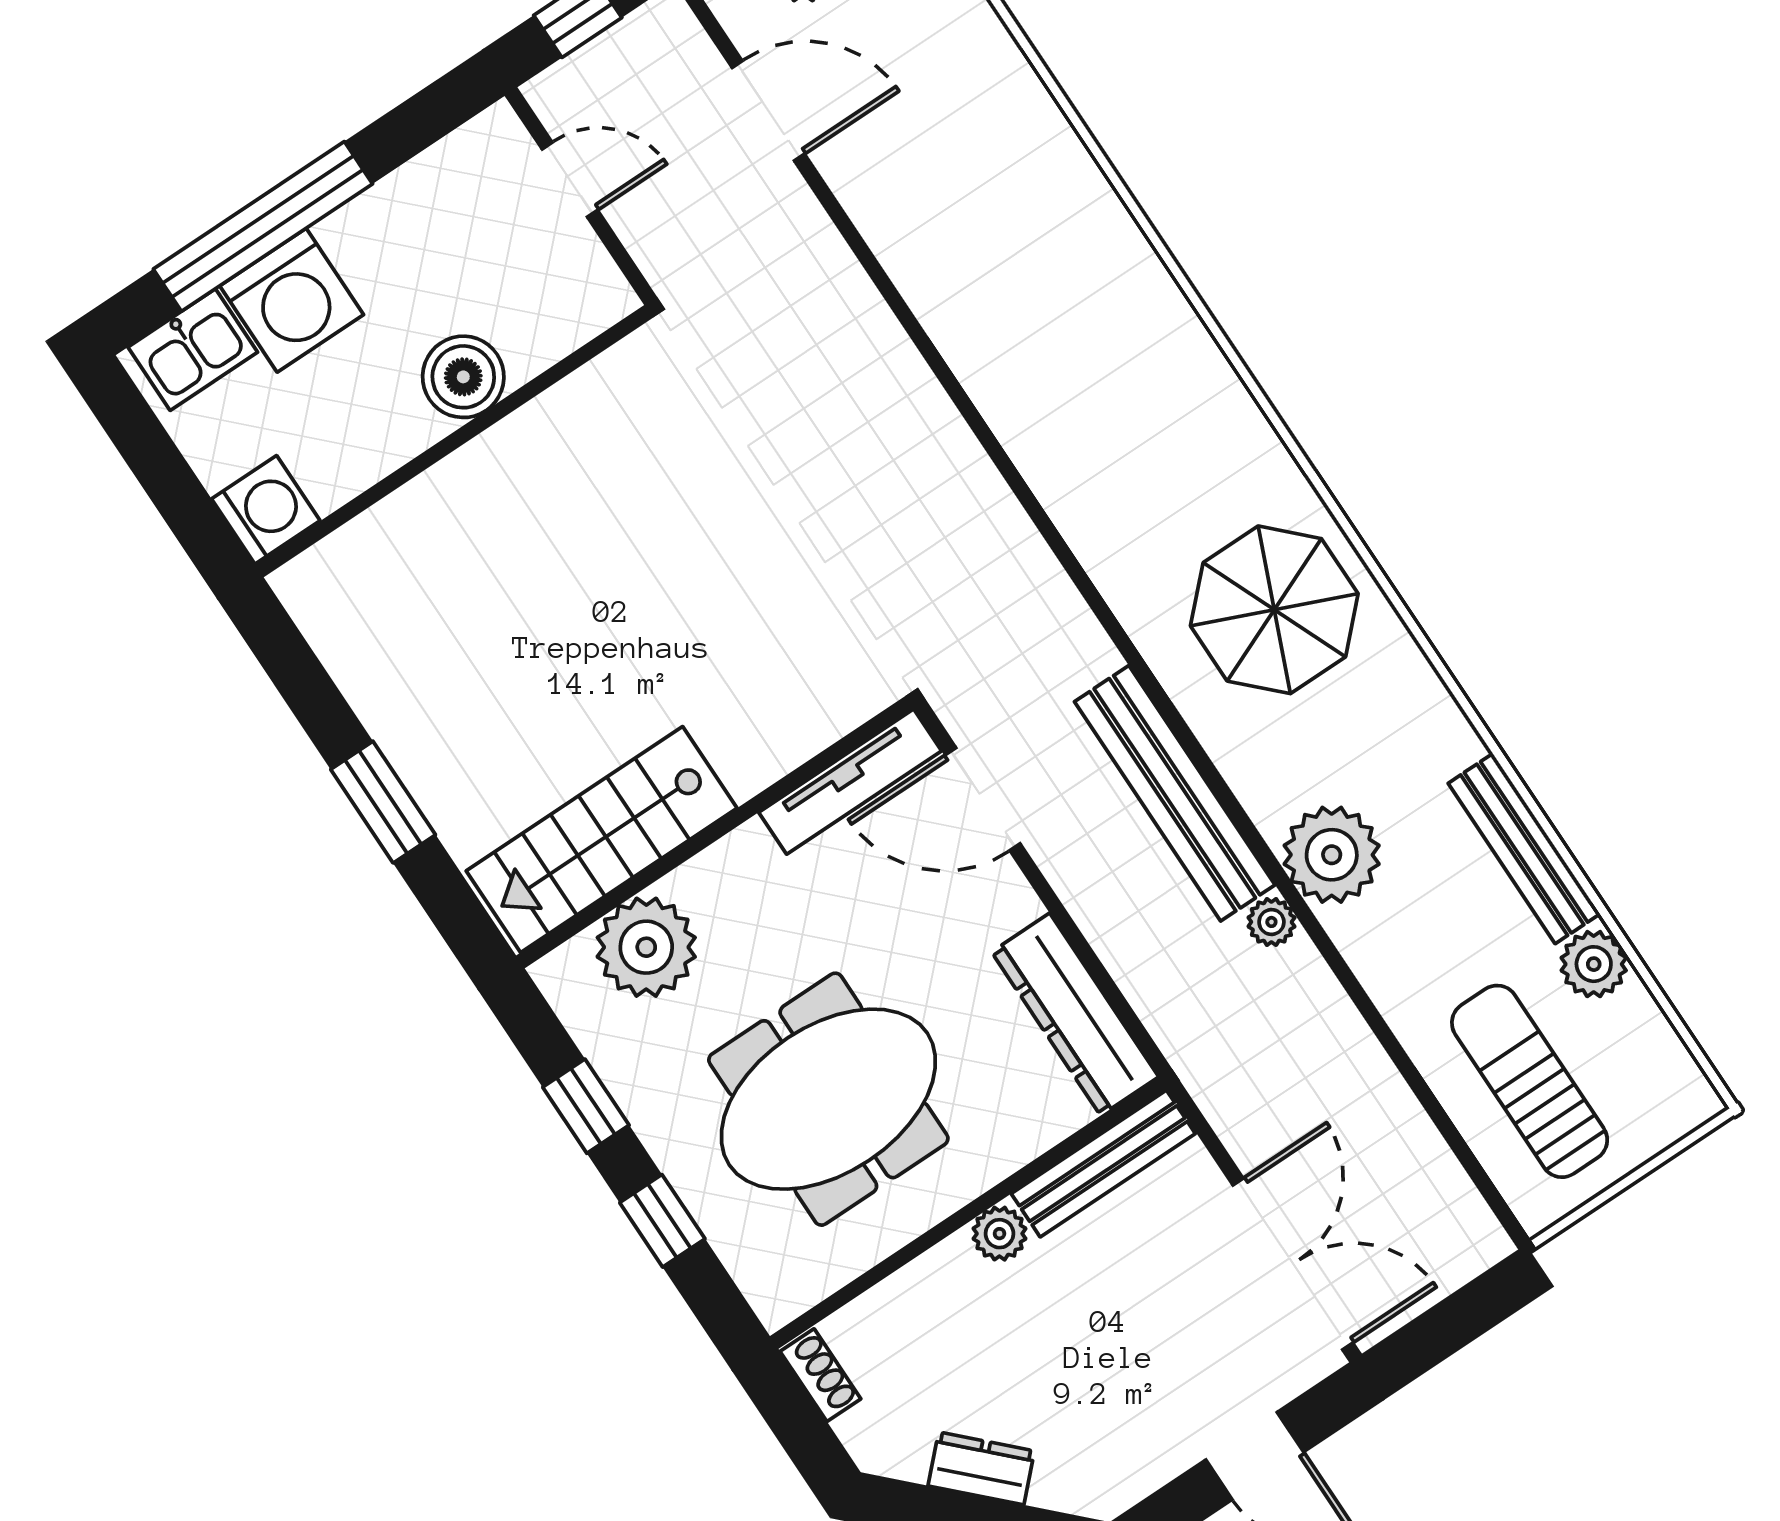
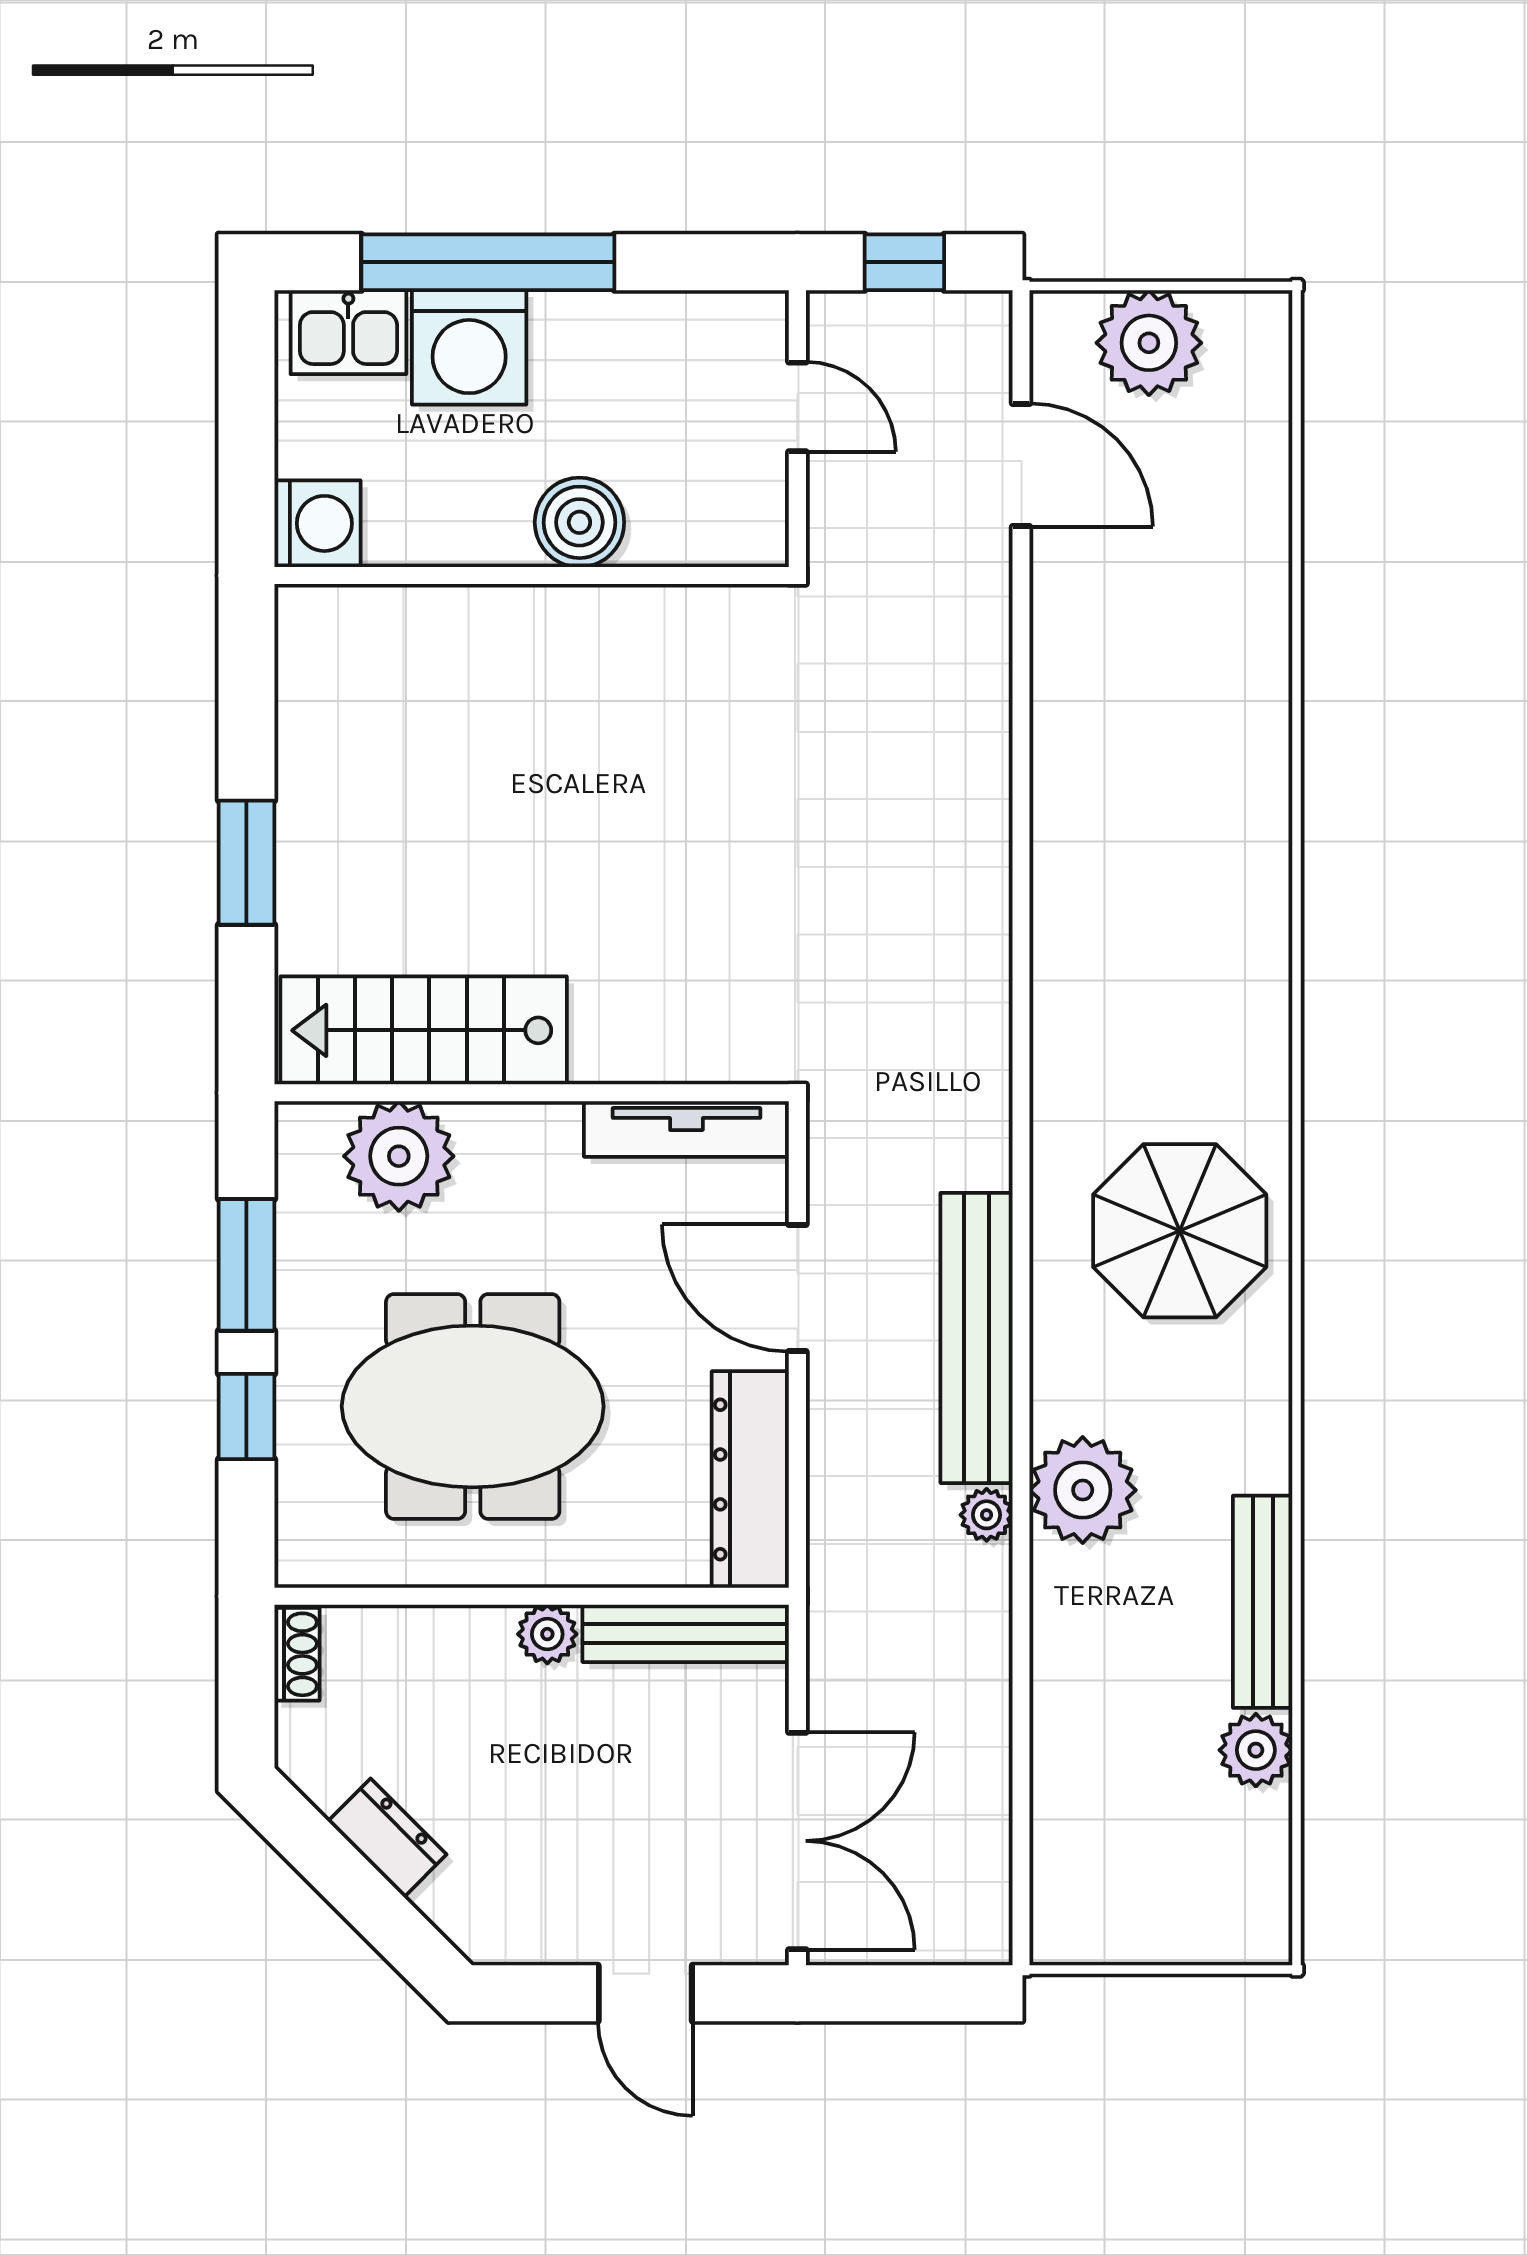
door: (983, 799) -> (797, 1288), moved
sun lounger: (1530, 1081) -> (1125, 1818), removed
window: (586, 1106) -> (246, 1265), width x1.50

